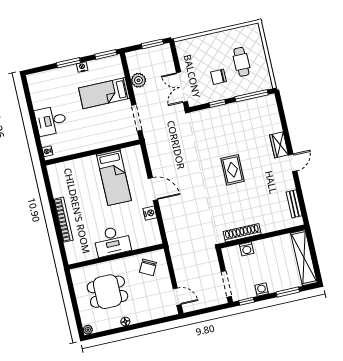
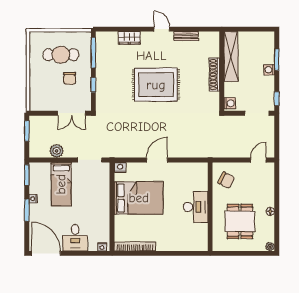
cafe table: (241, 62) -> (61, 55), width x1.37, depth x1.35
door: (27, 94) -> (46, 253), added
wardrobe: (279, 145) -> (129, 38), moved
rug: (233, 170) -> (156, 85), width x1.86, depth x2.06
bed: (114, 177) -> (139, 198), width x1.50
bench: (294, 204) -> (186, 36), moved
nightstand: (150, 213) -> (120, 168), moved
bookcase: (63, 220) -> (135, 246), moved
shoe rack: (242, 233) -> (214, 75), moved
washing machine: (247, 249) -> (230, 103), moved
shelving: (304, 258) -> (231, 56), moved, turned 90
washing machine: (262, 289) -> (269, 70), moved

